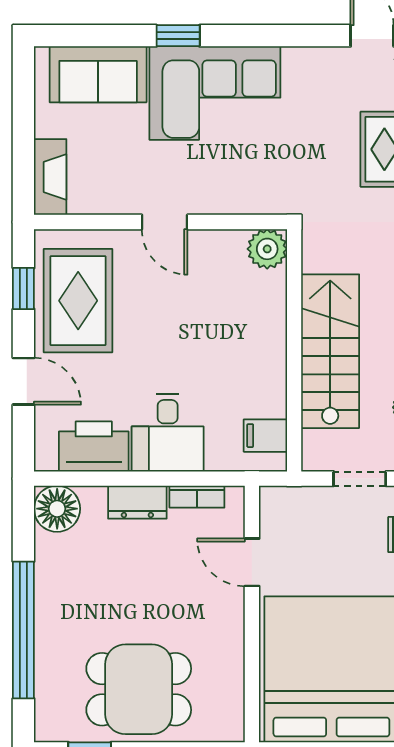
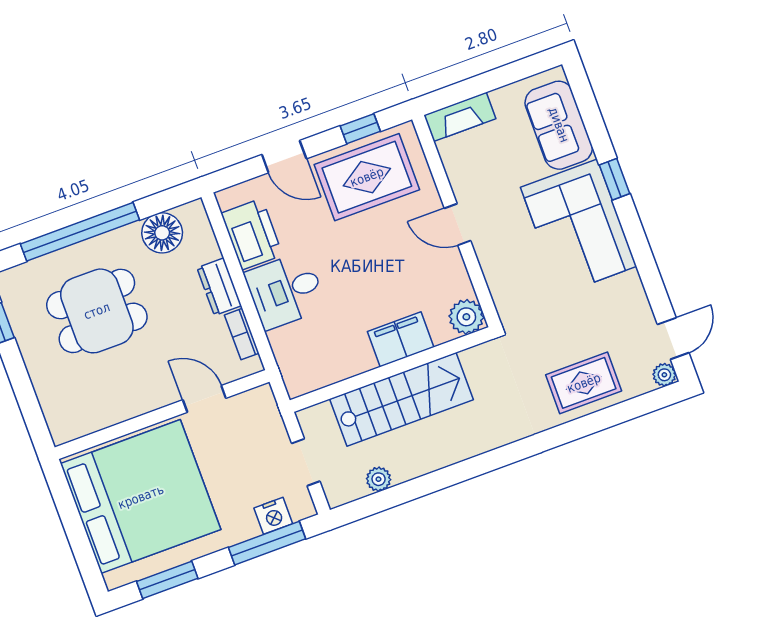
door: (165, 222) -> (457, 224), hinge flipped
door: (23, 381) -> (284, 157), hinge flipped
filing cabinet: (265, 436) -> (401, 339), moved, width x2.00
floor lamp: (57, 509) -> (162, 233), moved
door: (252, 562) -> (204, 399), hinge flipped
dining table: (139, 689) -> (97, 311), moved, turned 90

